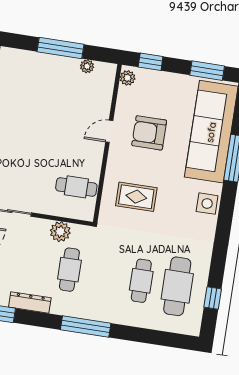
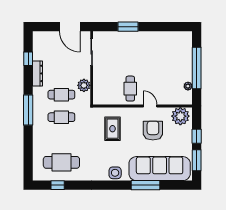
window: (60, 48) -> (197, 68), width x1.46
window: (151, 62) -> (197, 136), moved
plant: (127, 78) -> (180, 116), width x1.88, depth x1.88
cafe table: (76, 187) -> (130, 89), moved
cafe table: (141, 281) -> (61, 117), moved

